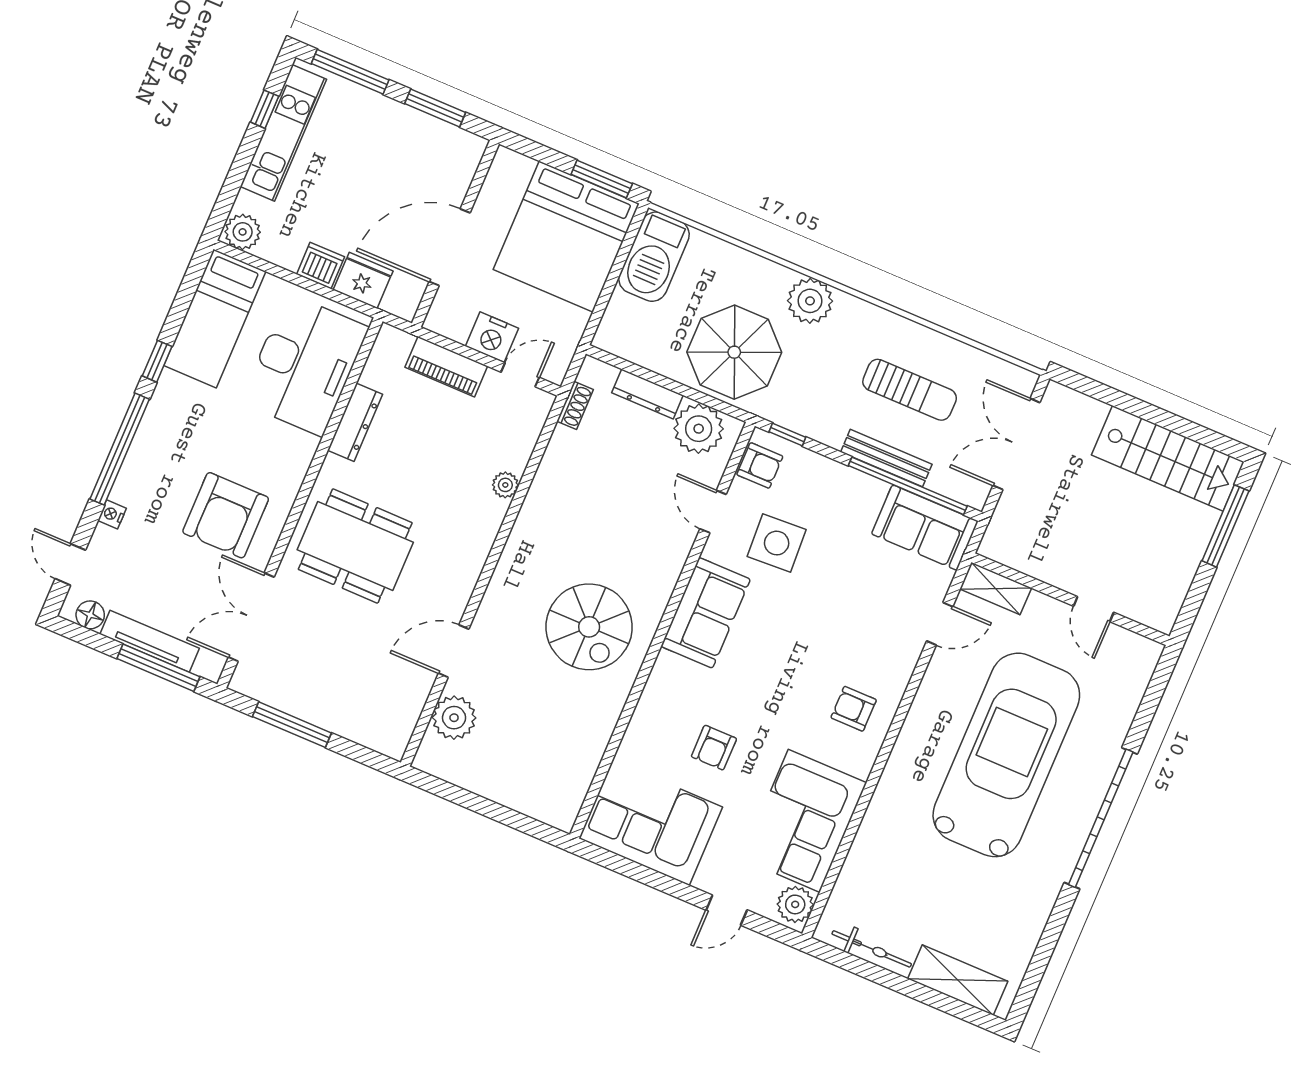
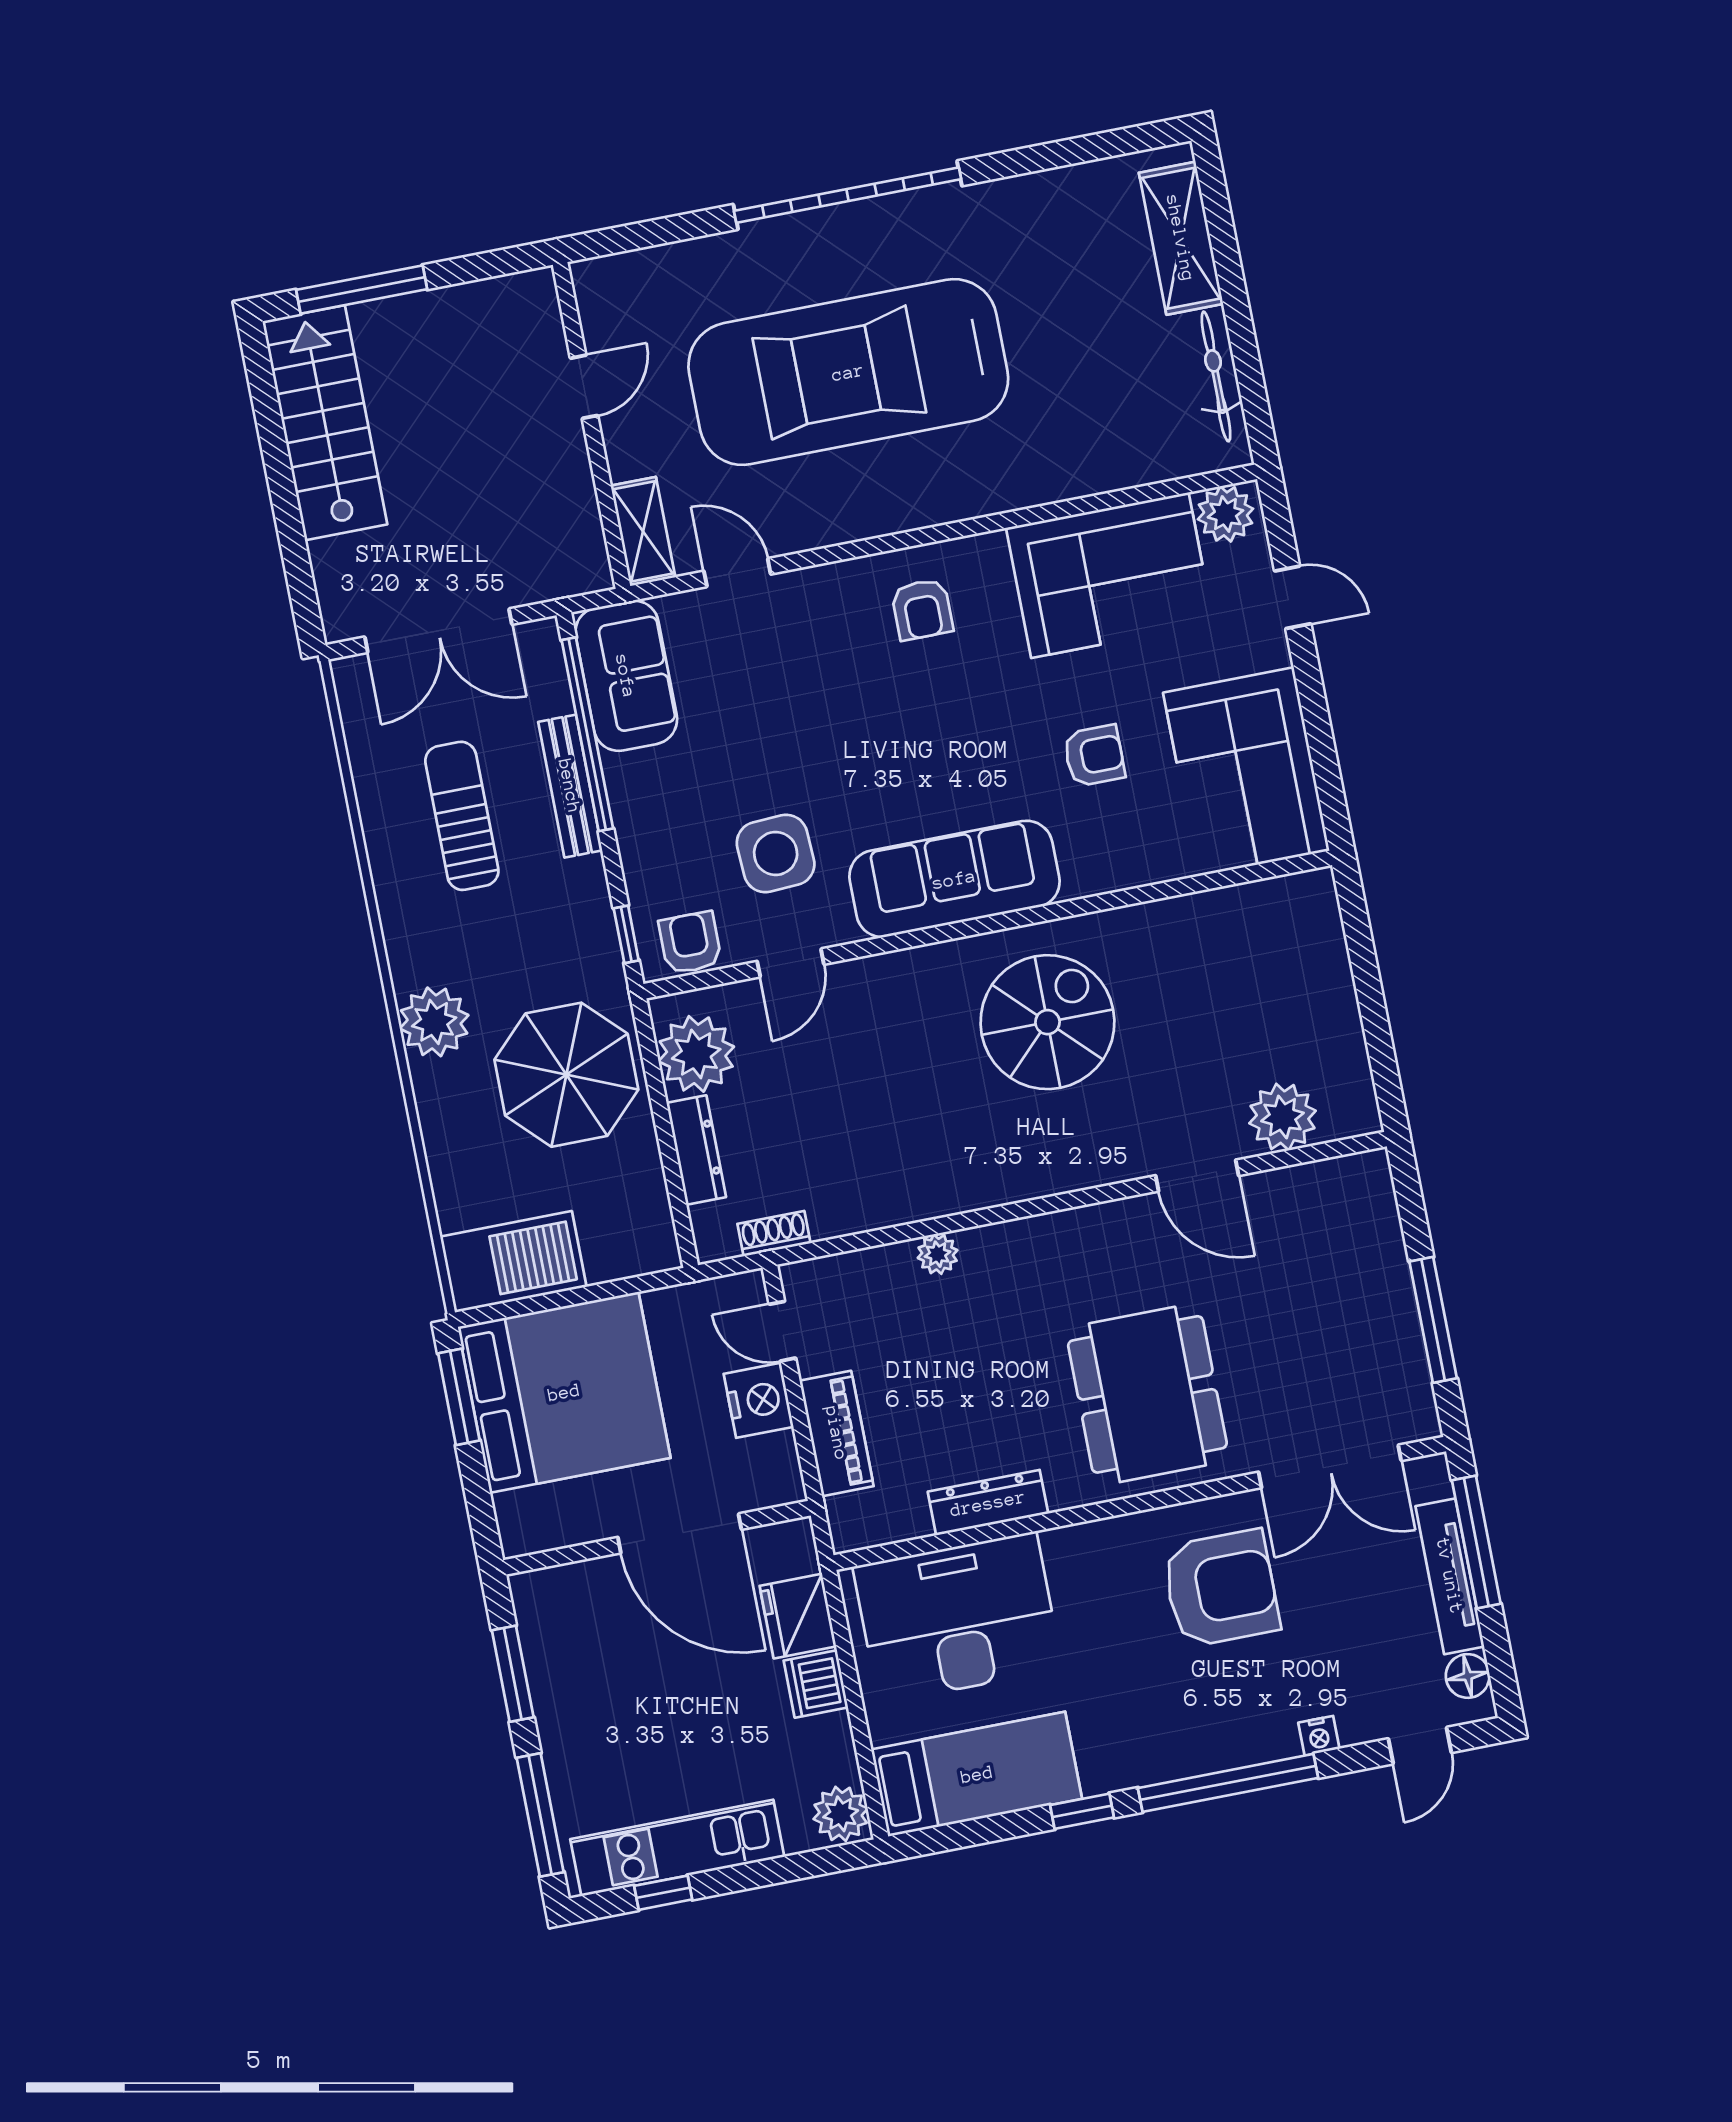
sofa: (706, 613) -> (954, 879), width x1.36

